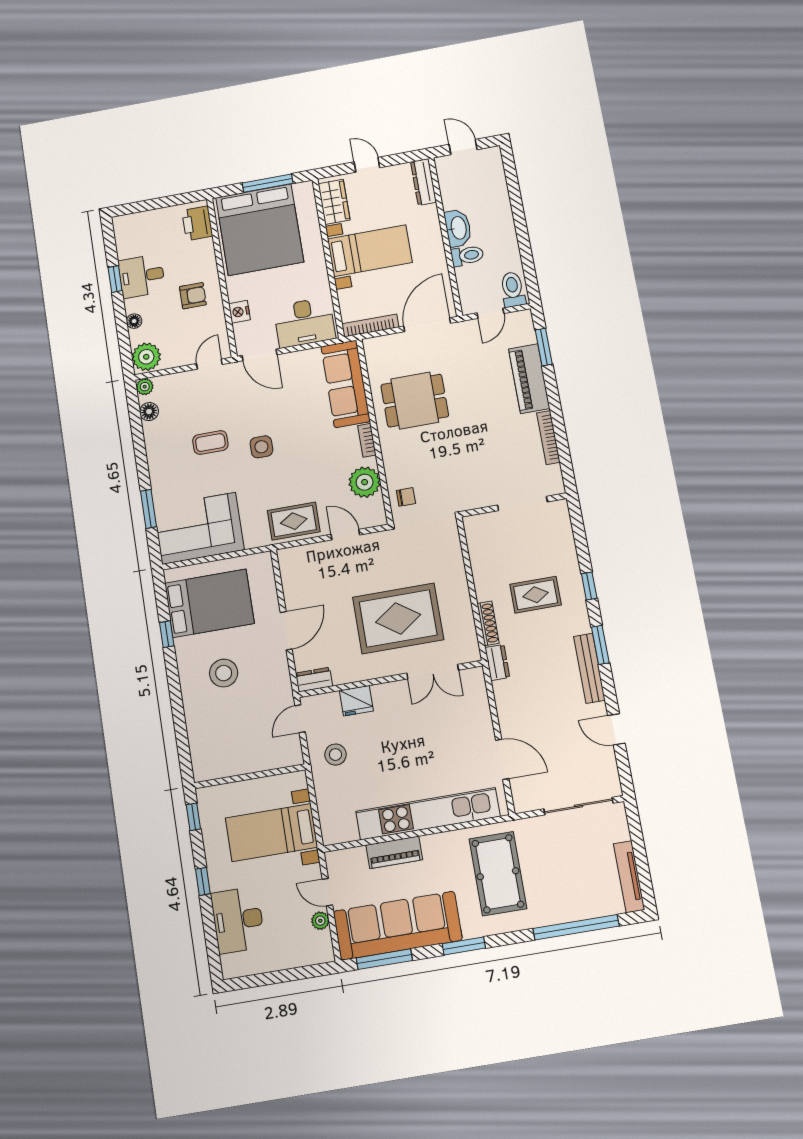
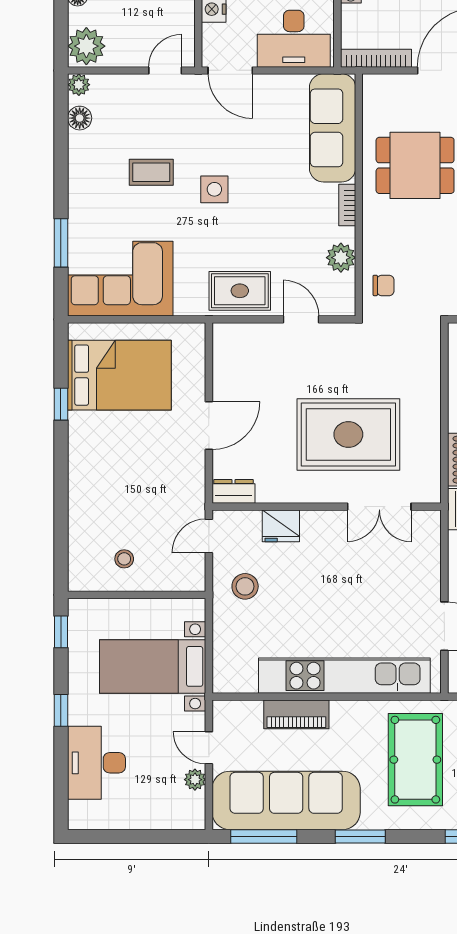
plant: (365, 482) -> (341, 258), width x0.73, depth x0.73
stool: (224, 673) -> (124, 559), moved, width x0.53, depth x0.53

